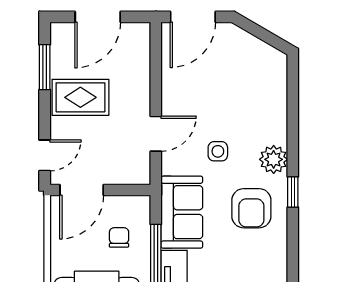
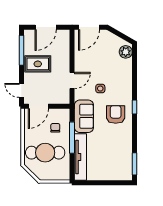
window: (45, 67) -> (21, 50), width x1.44
door: (45, 155) -> (21, 90), swing flipped
plant: (274, 159) -> (126, 52), moved
armchair: (251, 208) -> (116, 114), turned 180

